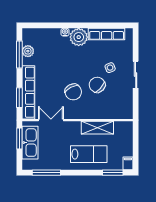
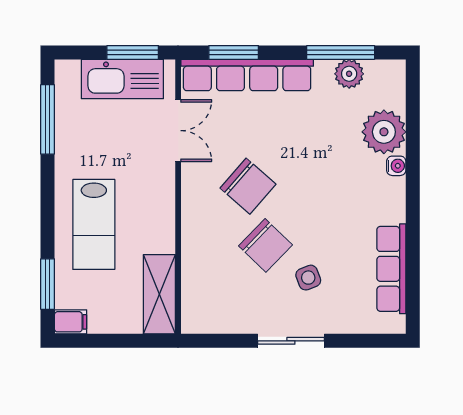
plant: (79, 37) -> (384, 132), moved
chair: (97, 85) -> (265, 245), turned 91
chair: (73, 92) -> (248, 186), turned -111
shelving: (97, 128) -> (159, 294), moved

